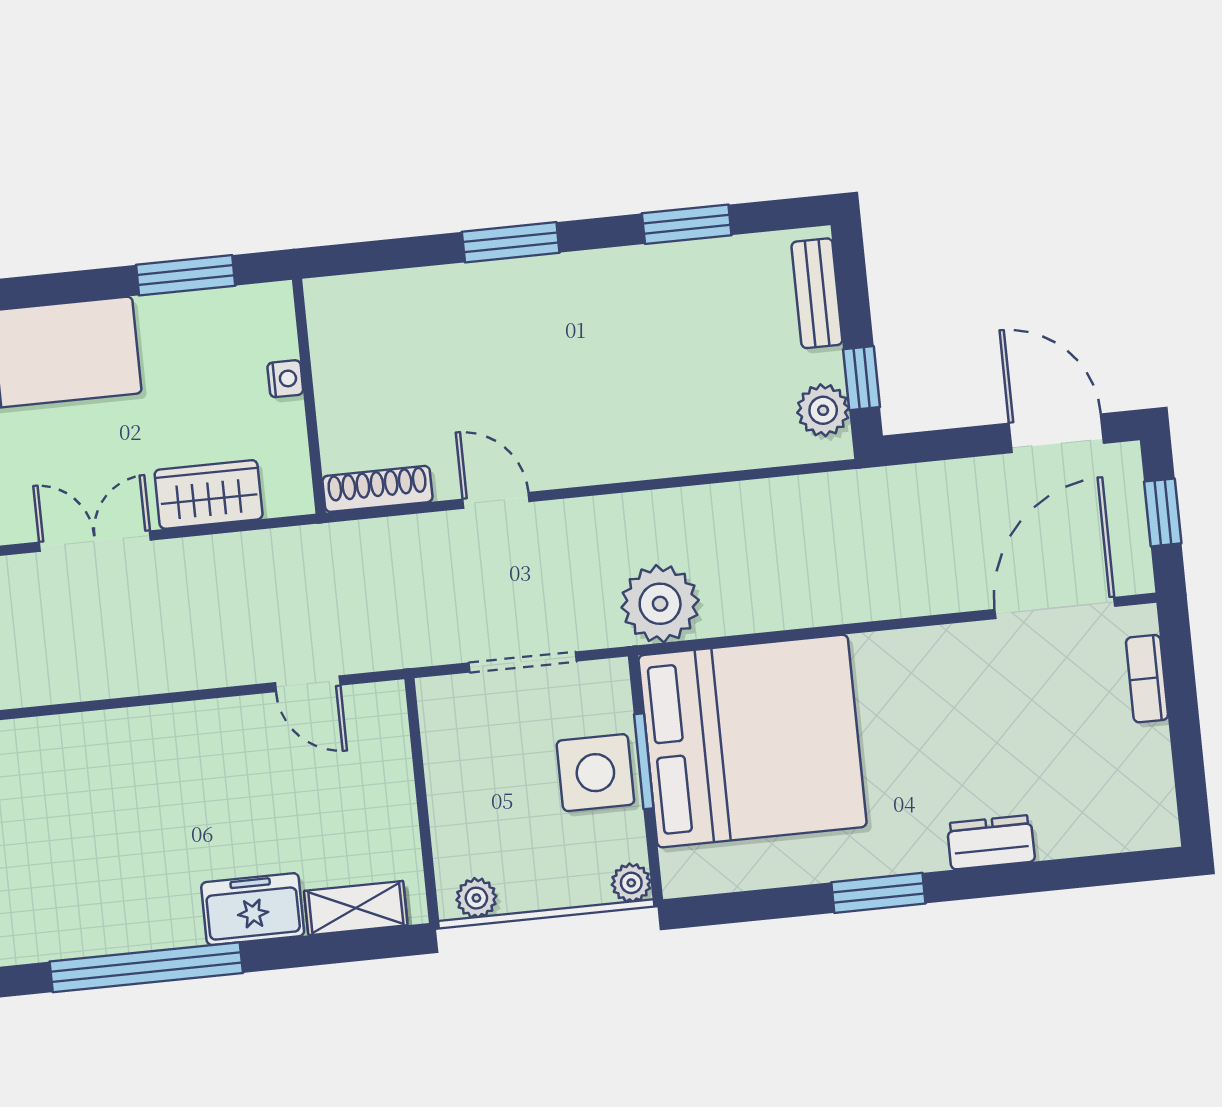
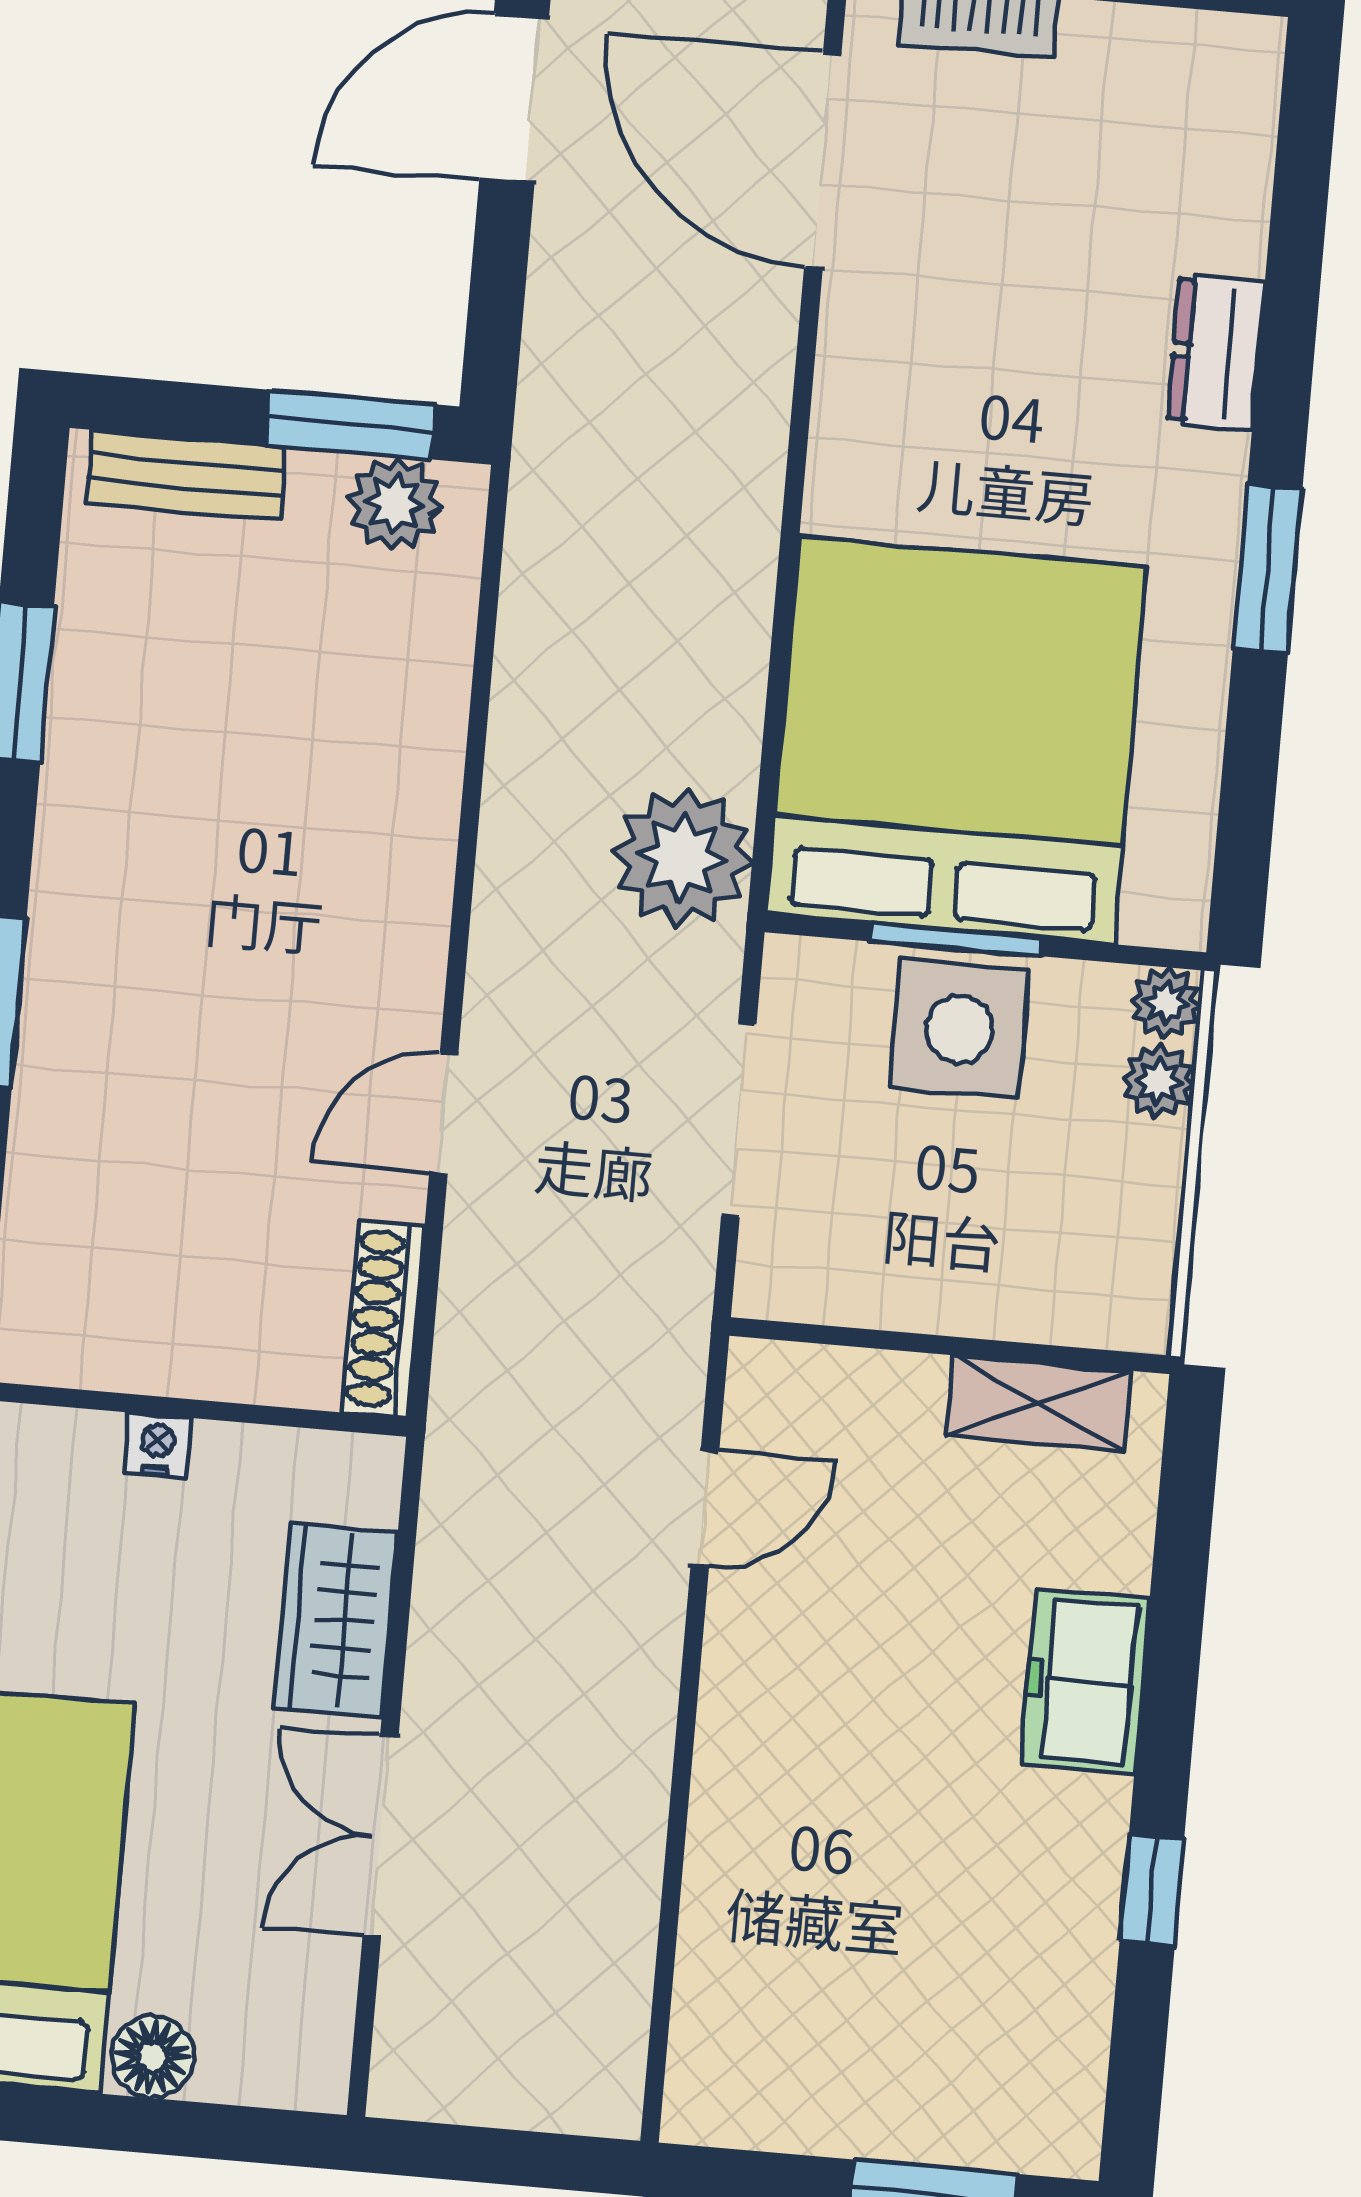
window: (862, 378) -> (351, 425), width x1.50
plant: (476, 898) -> (1158, 1081), moved
shelving: (356, 908) -> (1038, 1403), moved, turned 90
window: (146, 967) -> (1152, 1890), width x0.32

